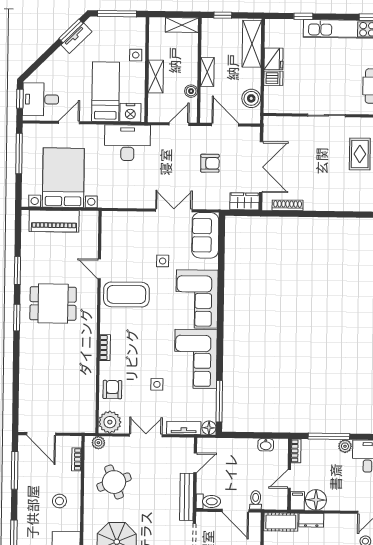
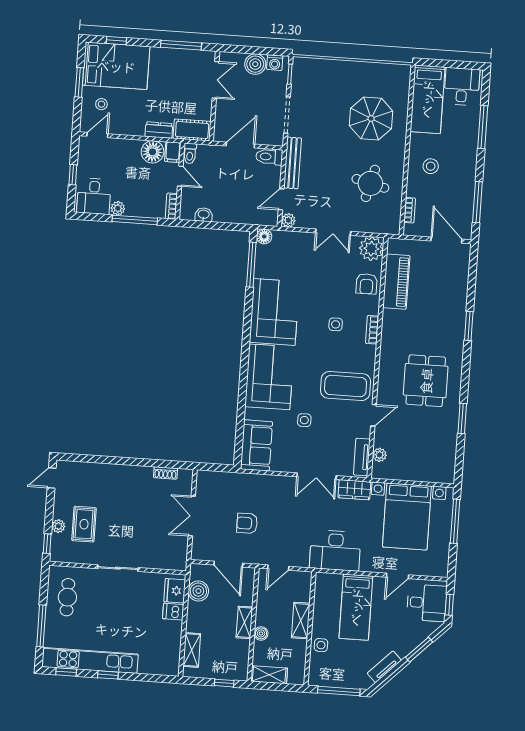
window: (303, 16) -> (108, 675), moved
window: (71, 31) -> (419, 650), moved
shelving: (252, 44) -> (192, 650), width x0.67, depth x0.75
fridge: (274, 59) -> (175, 591), moved
boiler: (191, 91) -> (261, 633), moved
nightstand: (130, 113) -> (330, 583), removed
window: (19, 154) -> (455, 521), moved
double door: (261, 167) -> (192, 516), width x0.73
wardrobe: (244, 201) -> (354, 490), moved
shoe rack: (288, 205) -> (165, 473), width x0.70
double door: (174, 210) -> (317, 476), moved
piano: (54, 221) -> (396, 282), moved, turned 90
plant: (92, 233) -> (379, 455), added
door: (99, 269) -> (373, 415), hinge flipped
dining table: (53, 303) -> (426, 381), turned 90
window: (17, 318) -> (469, 326), moved
side table: (157, 384) -> (336, 324), moved
tv unit: (184, 428) -> (362, 457), moved, turned 90
plant: (98, 443) -> (288, 220), moved
door: (289, 479) -> (180, 176), hinge flipped
round table: (114, 482) -> (370, 183), turned 35
toilet: (256, 500) -> (190, 153), moved
door: (235, 511) -> (240, 145), hinge flipped

